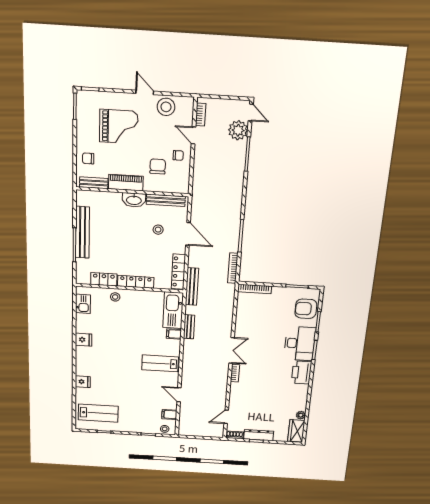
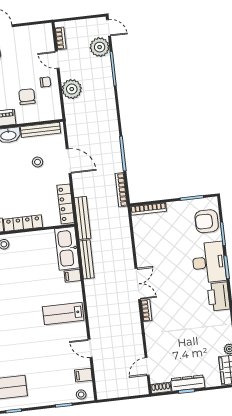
stool: (166, 107) -> (26, 37), removed
plant: (203, 167) -> (72, 89), added
bench: (189, 327) -> (87, 259), width x1.36

